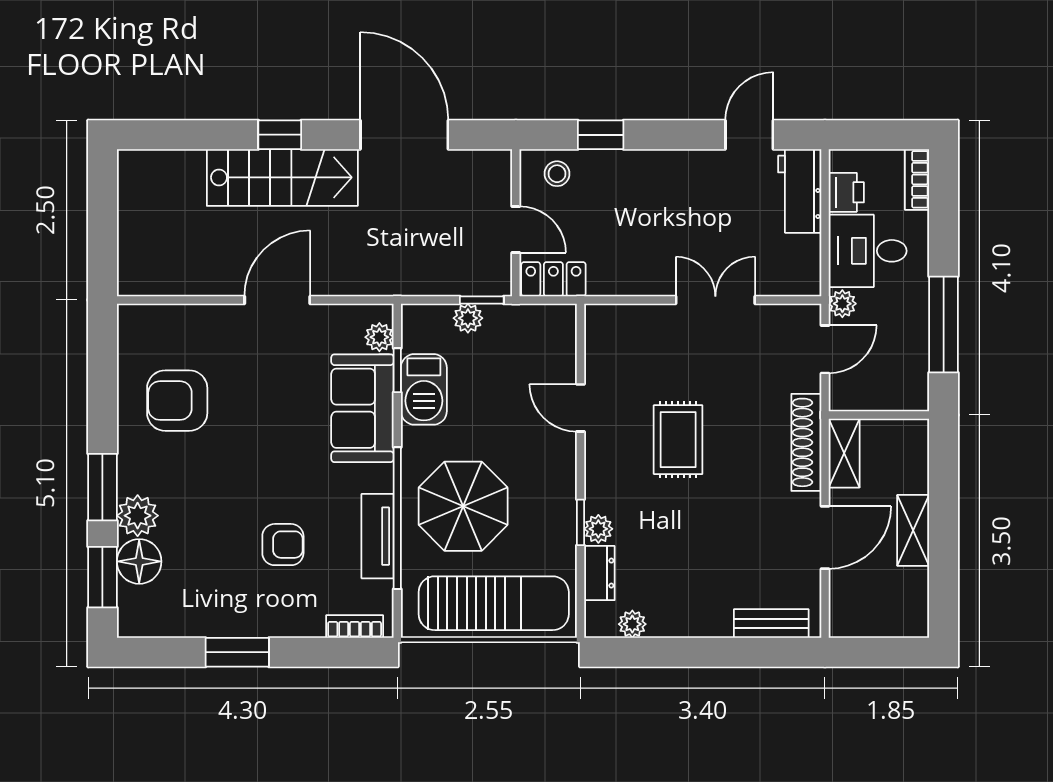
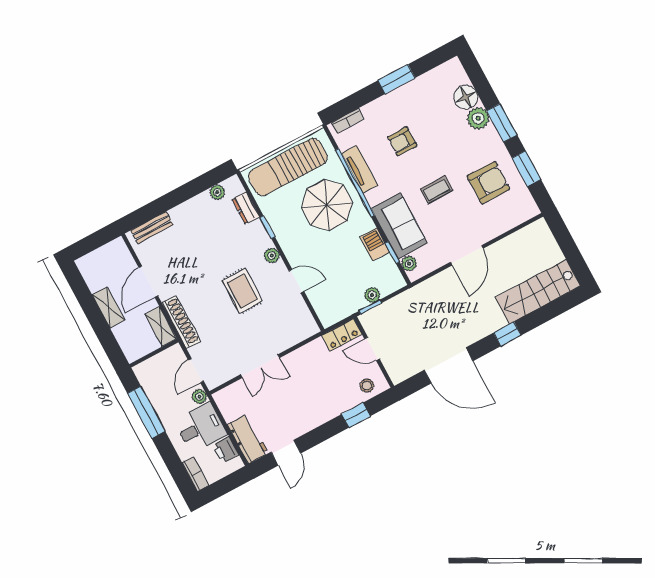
stairs: (282, 177) -> (538, 292), moved
barbecue: (424, 389) -> (375, 244), width x0.73, depth x0.79
coffee table: (269, 435) -> (436, 190), added
plant: (598, 529) -> (272, 255), moved
window: (102, 577) -> (526, 169), moved

